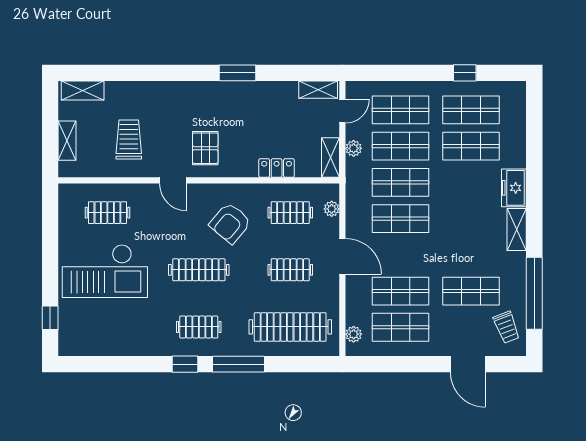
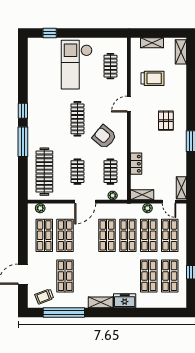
pallet: (205, 148) -> (166, 121), moved, turned 90
clothes rail: (199, 327) -> (44, 119), removed

